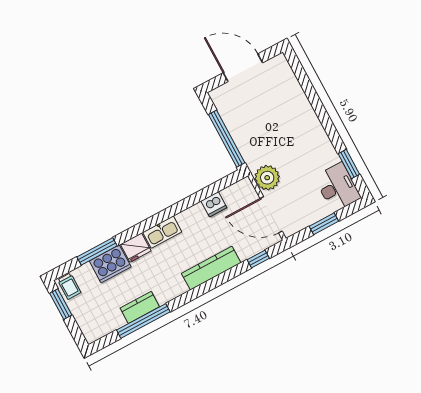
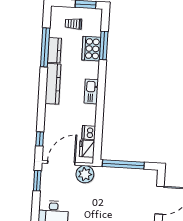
window: (324, 224) -> (37, 181), moved
fridge: (136, 248) -> (87, 149), moved
kitchen counter: (211, 268) -> (53, 84), moved
trolley: (69, 286) -> (73, 24), moved

